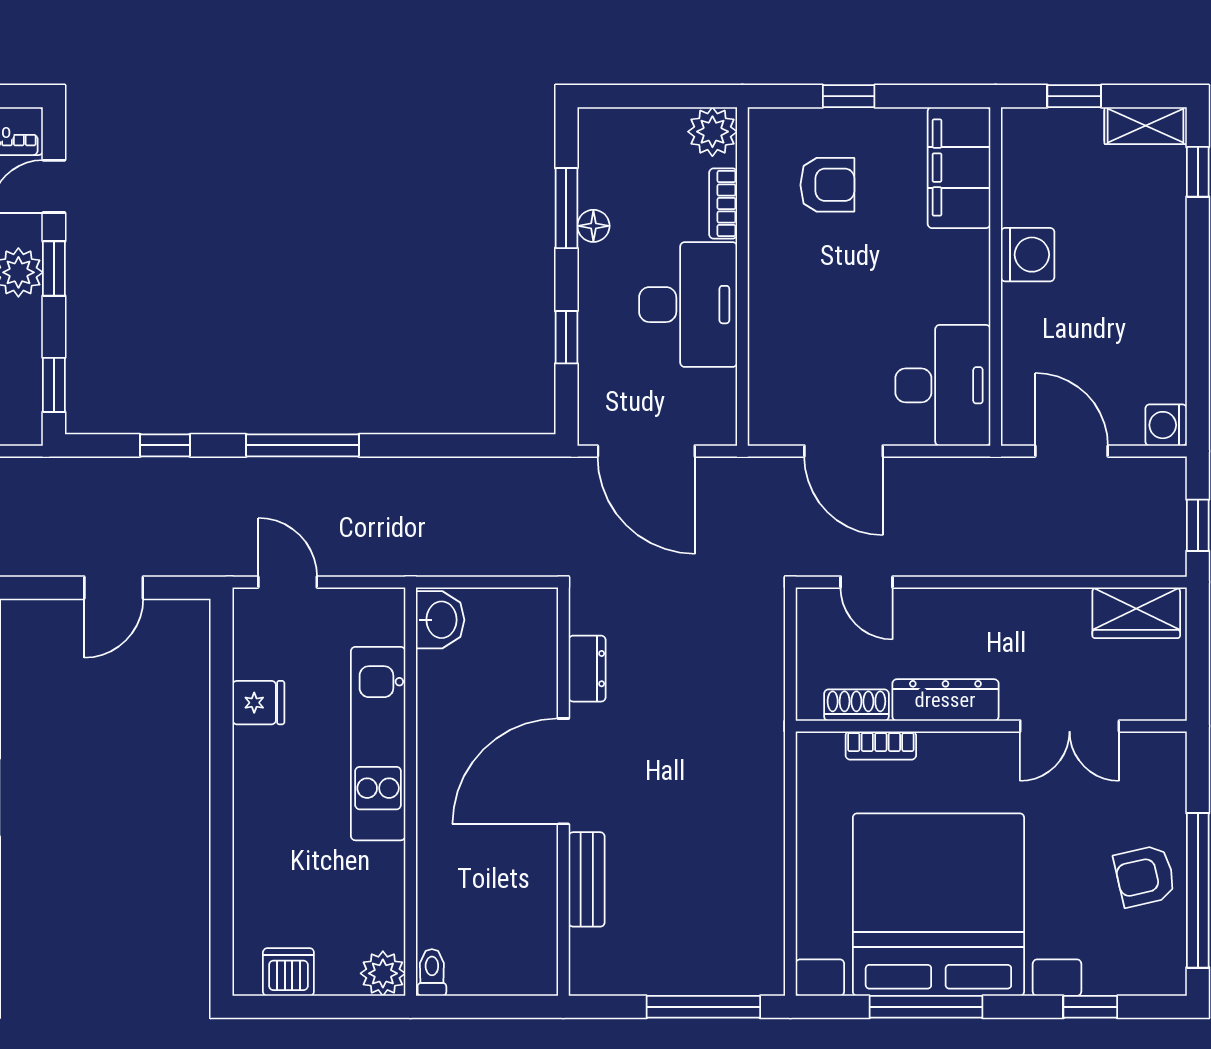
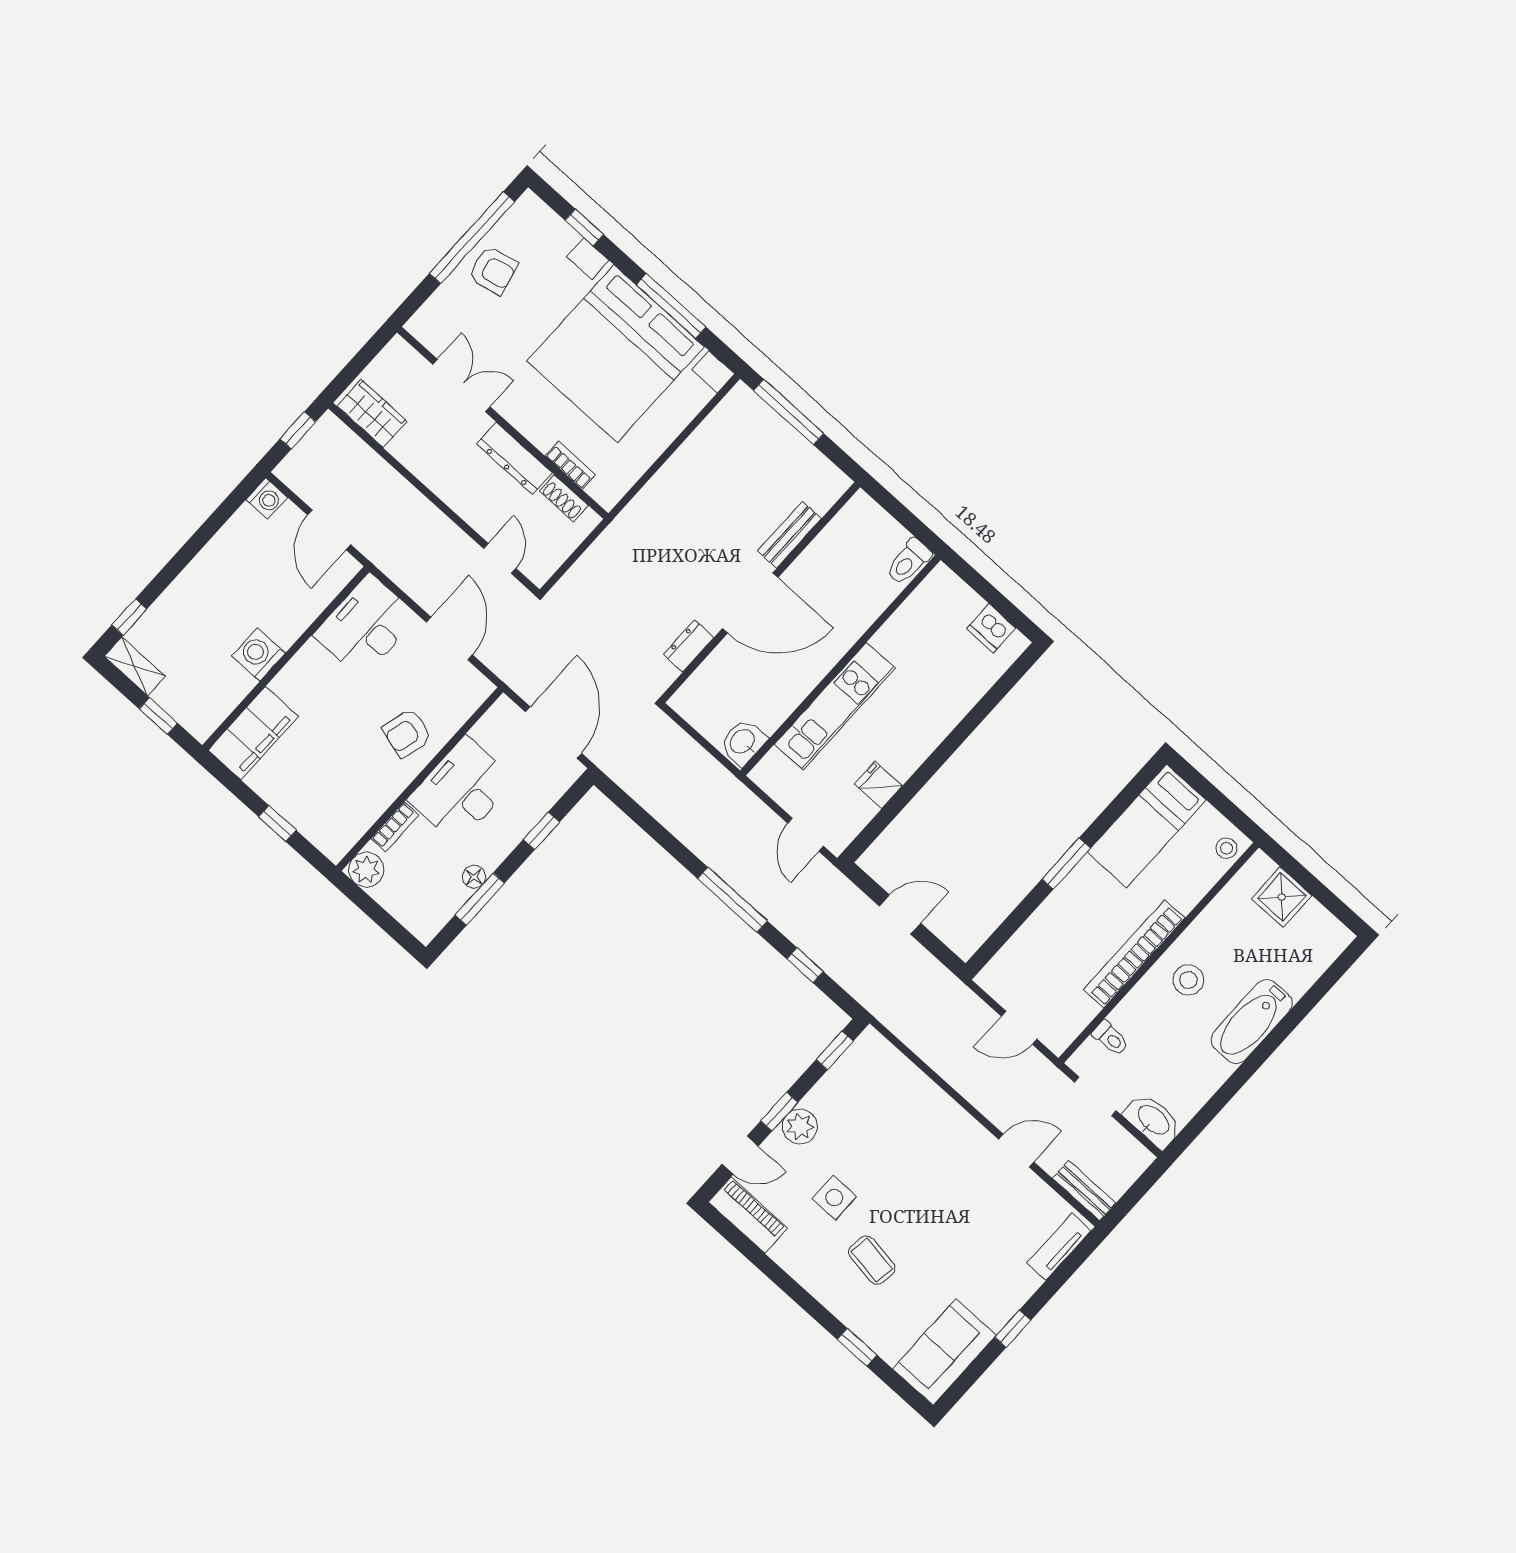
armchair: (827, 185) -> (407, 733), moved, turned -75
toilet: (432, 972) -> (908, 562), width x1.37, depth x1.39
plant: (383, 973) -> (942, 582), removed

